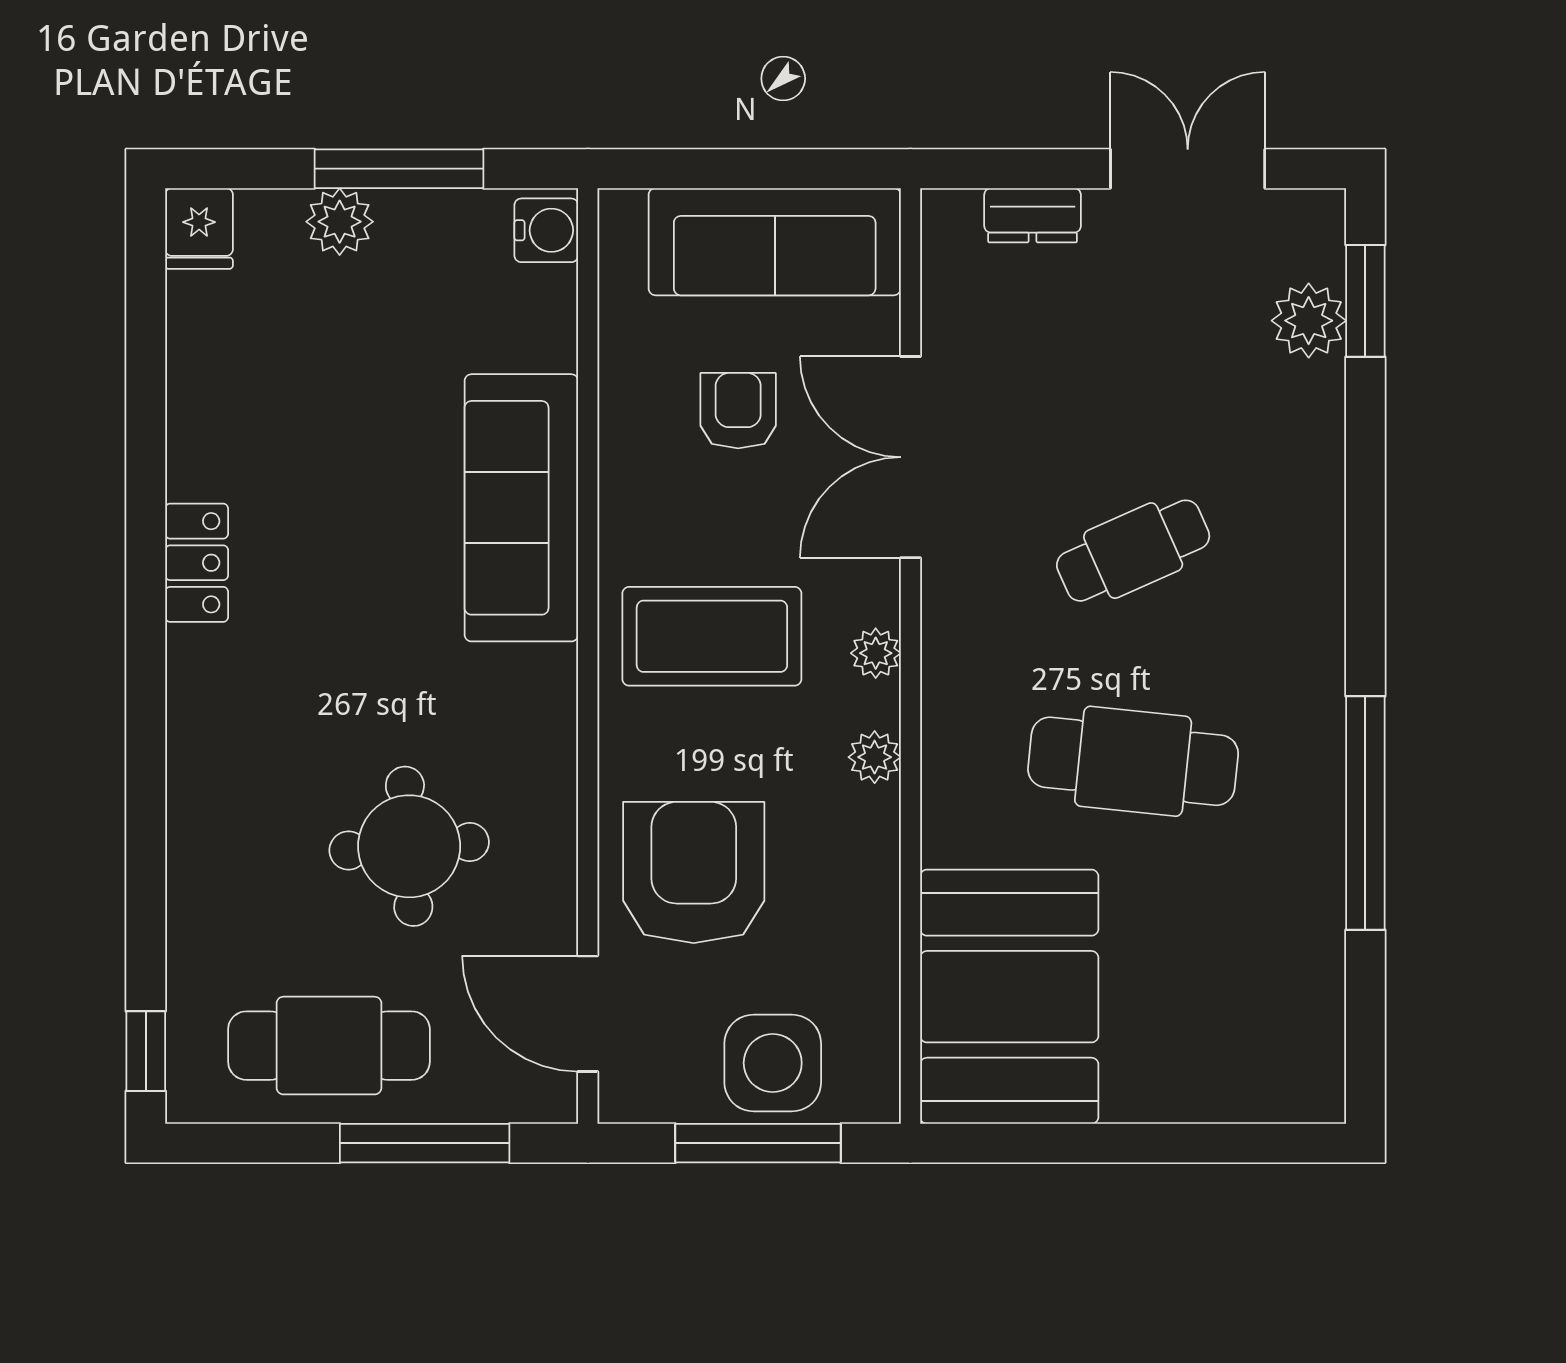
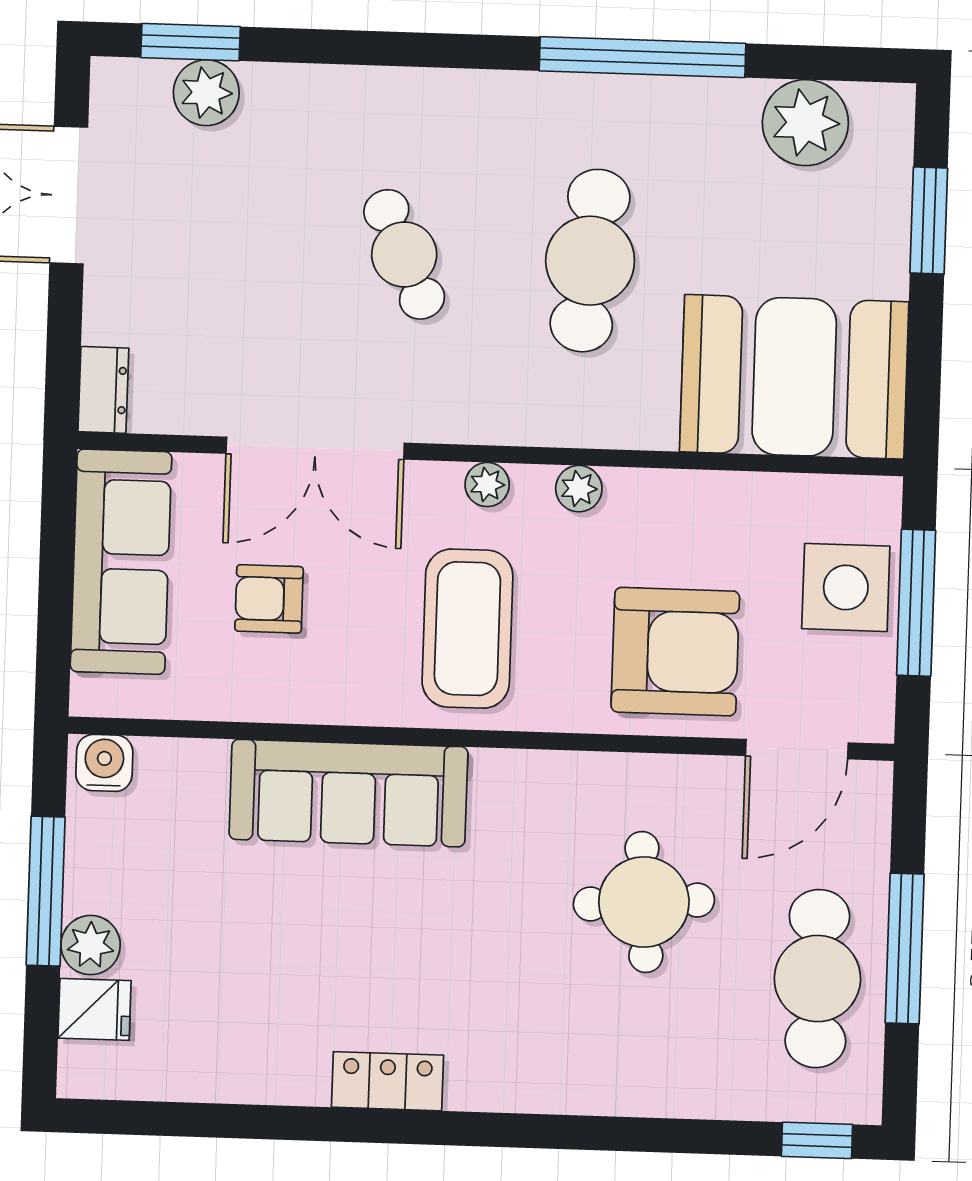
dresser: (1033, 215) -> (103, 390), moved
fridge: (199, 228) -> (95, 1009), moved
armchair: (694, 872) -> (675, 652), turned 180
plant: (1297, 1000) -> (805, 123), added
window: (425, 1143) -> (905, 948), moved
window: (1191, 1143) -> (929, 221), added

